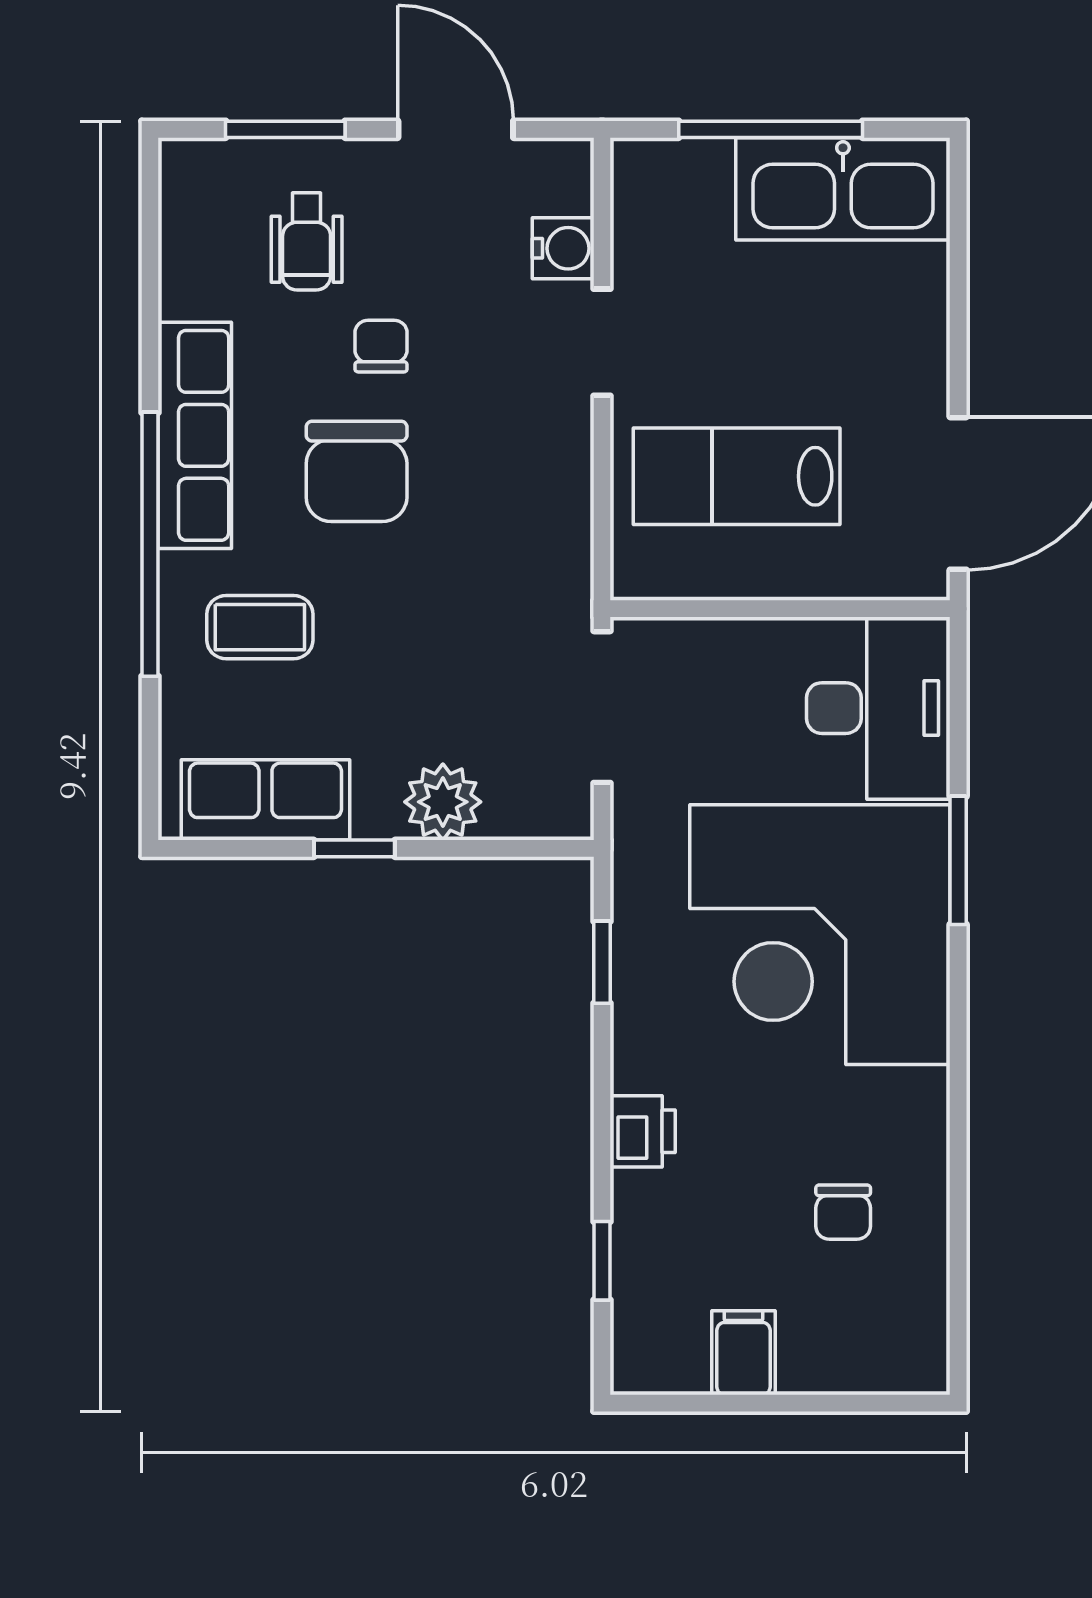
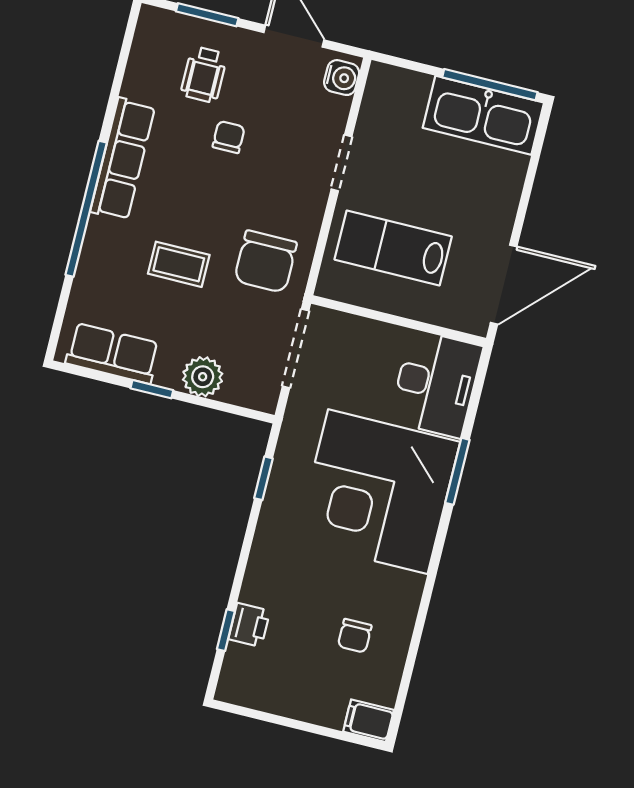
window: (771, 129) -> (490, 85), moved
water cooler: (563, 248) -> (342, 78), moved
chair: (357, 471) -> (266, 262), moved
coffee table: (260, 627) -> (179, 264), moved
printer: (643, 1131) -> (249, 625), moved
filing cabinet: (743, 1353) -> (368, 721), moved, turned -90

